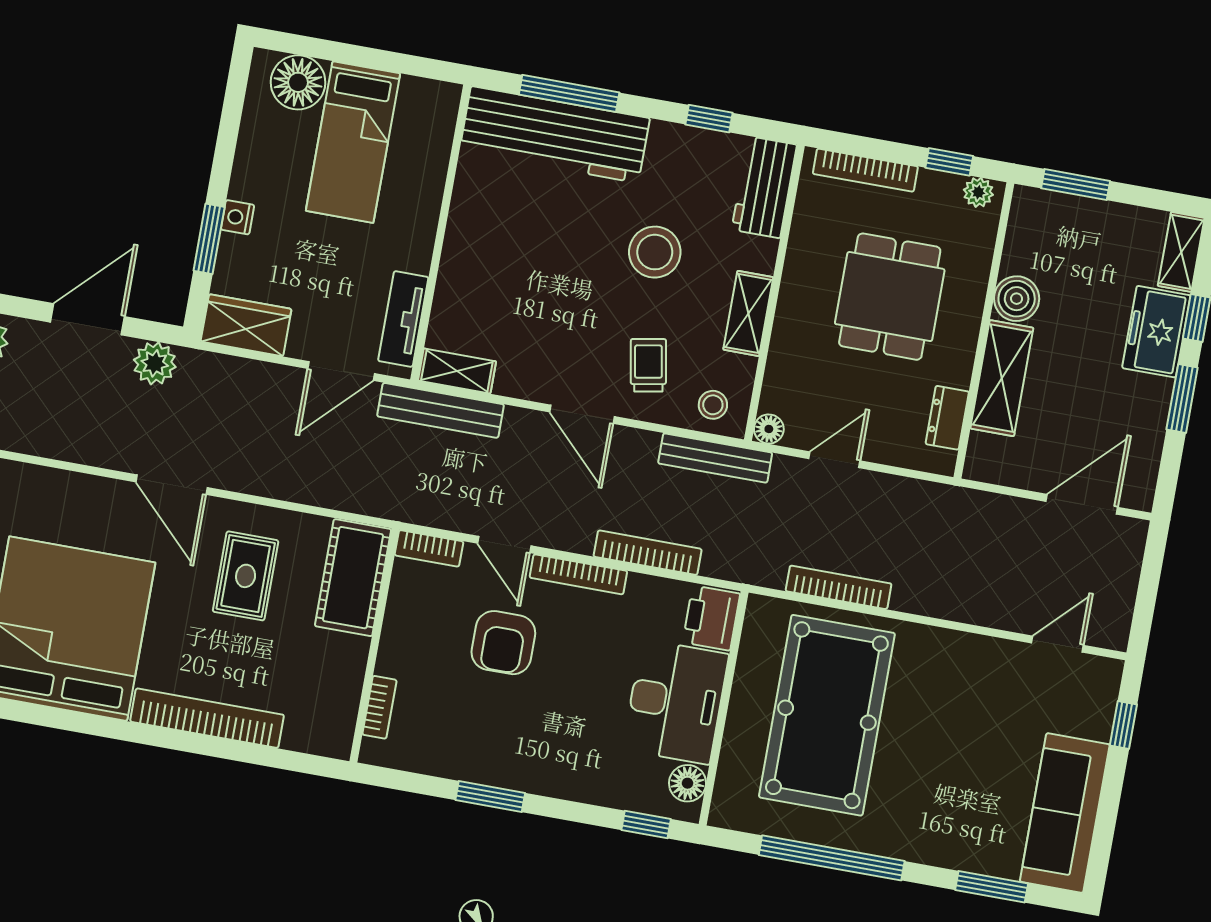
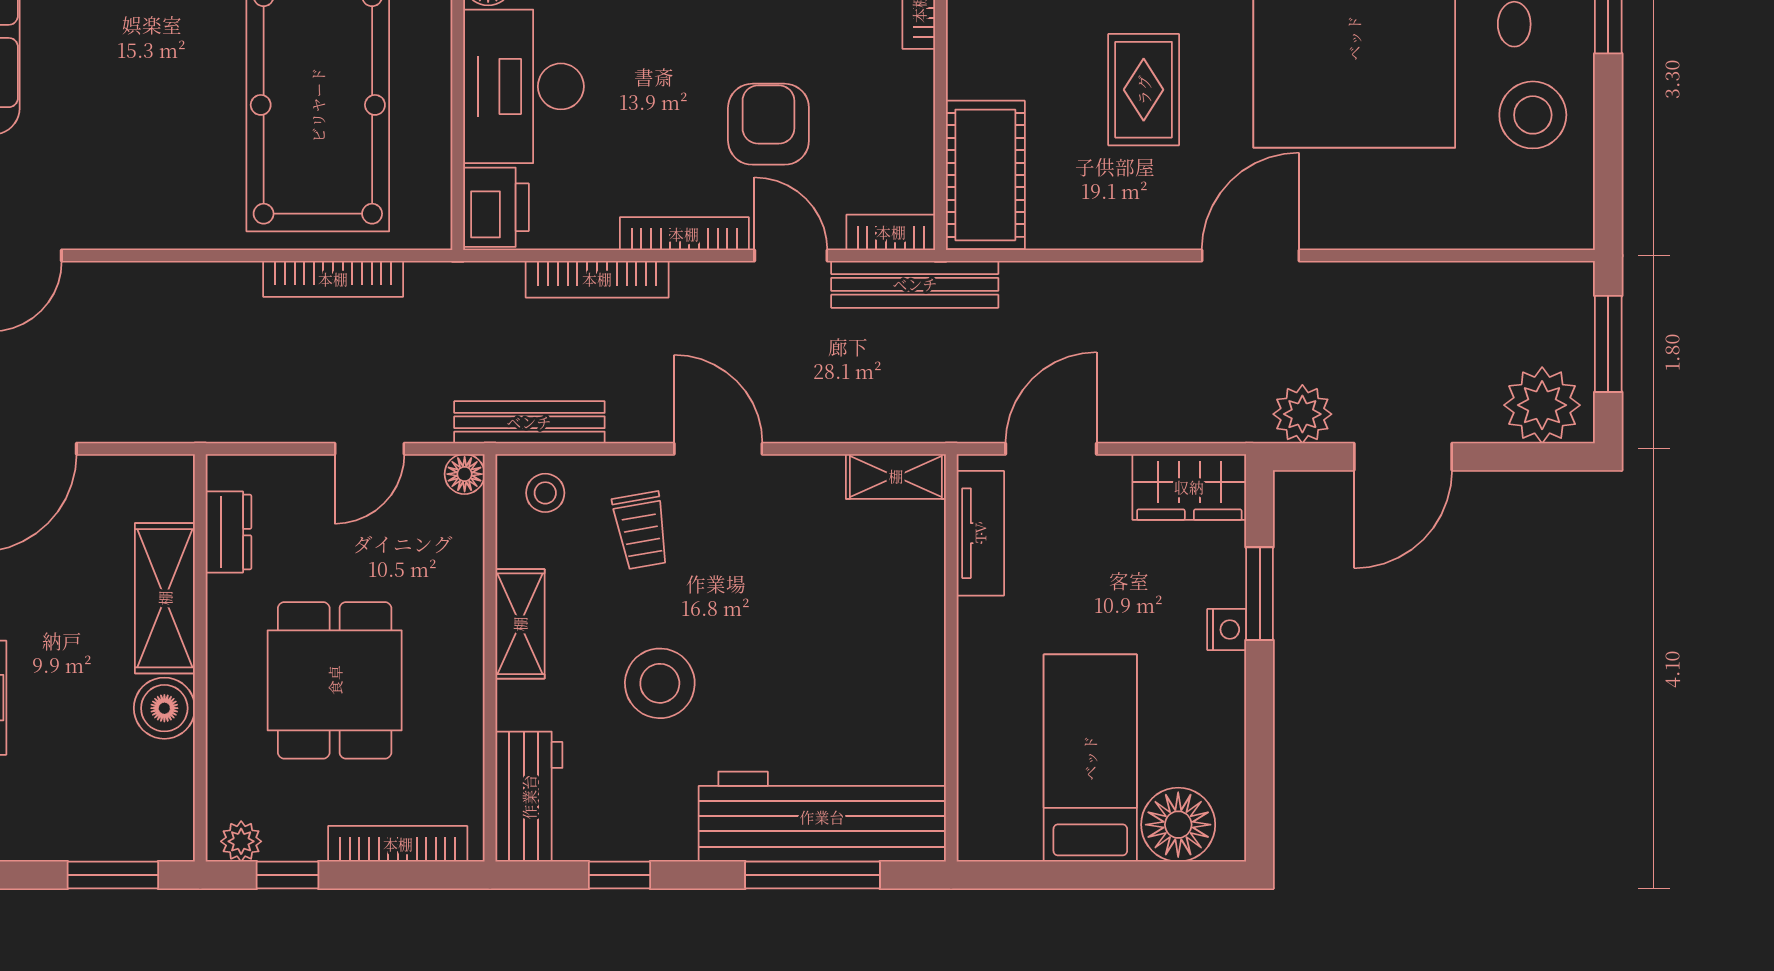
bench: (441, 410) -> (915, 284), moved
door: (172, 485) -> (1251, 256), hinge flipped
rug: (246, 576) -> (1144, 90), moved

